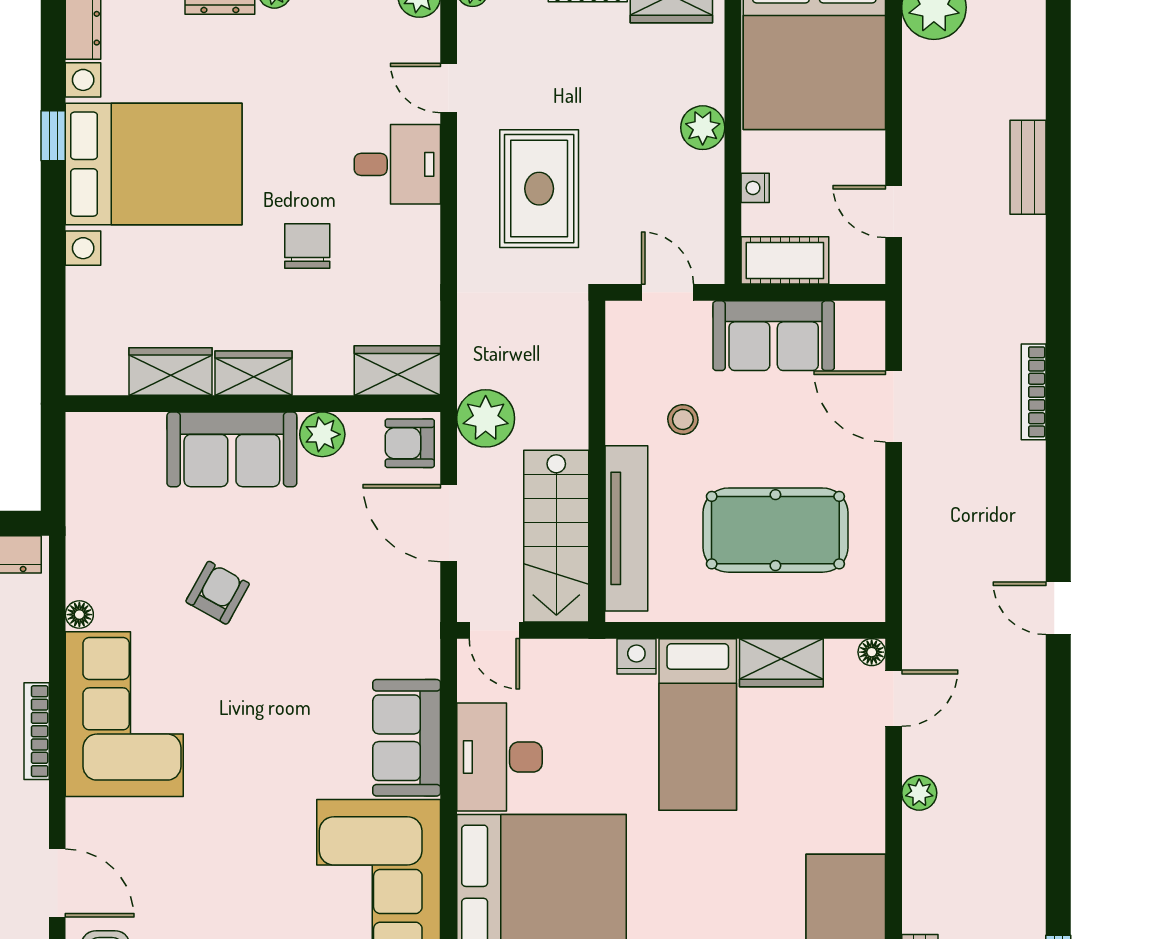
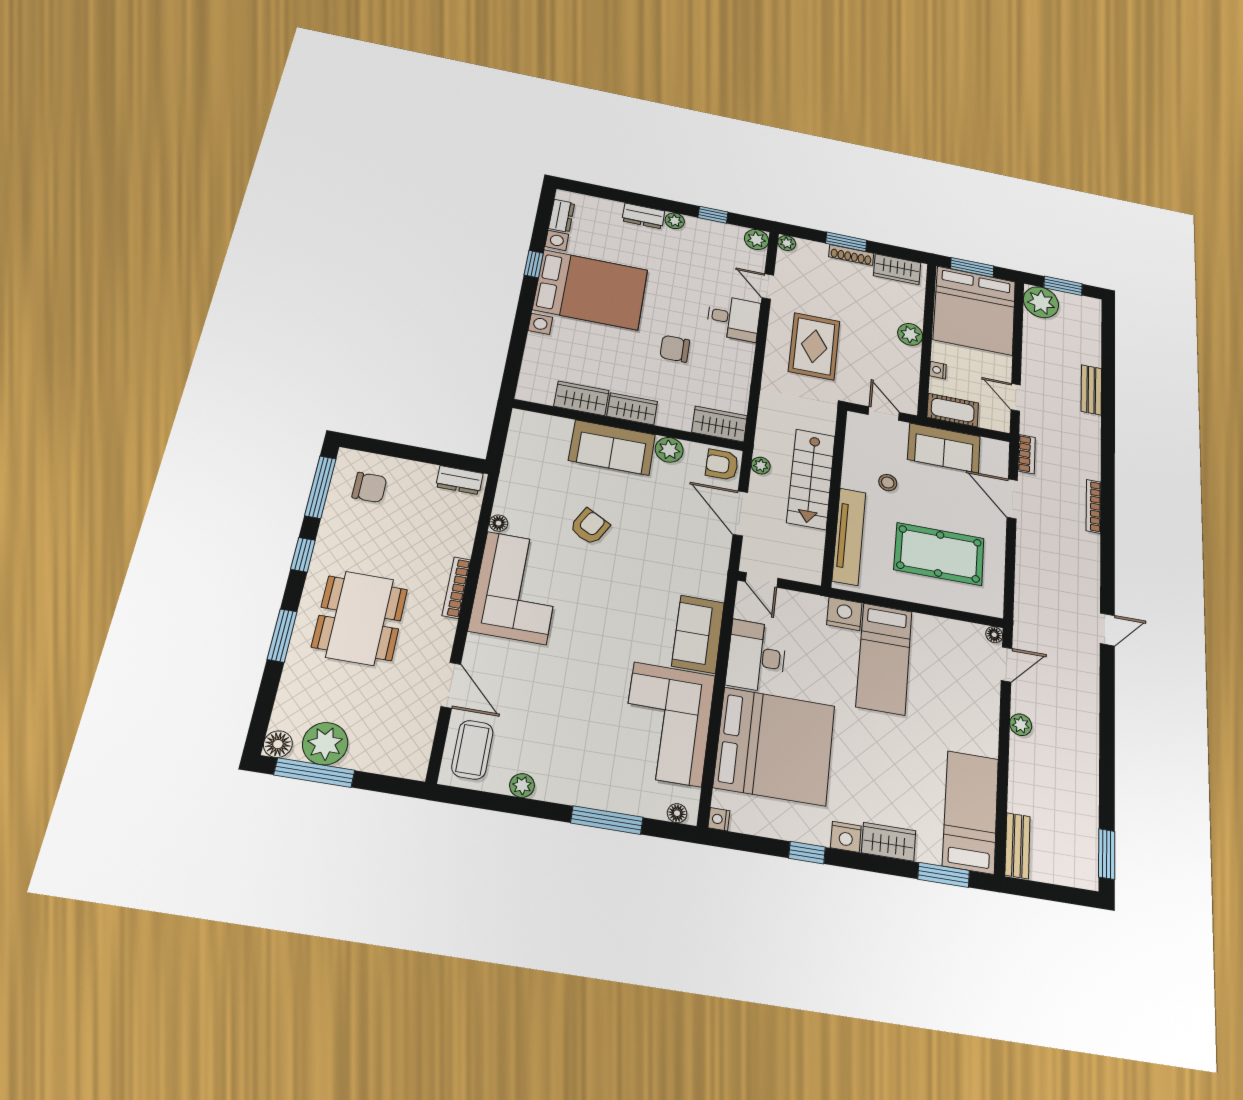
chair: (307, 246) -> (675, 349), turned -90
bookcase: (916, 318) -> (1027, 454), added
plant: (486, 418) -> (761, 466), width x0.53, depth x0.53
stairs: (556, 536) -> (811, 479), moved
door: (1058, 608) -> (1107, 629), swing flipped
nightstand: (636, 656) -> (844, 614), width x1.36, depth x1.33
wardrobe: (781, 663) -> (938, 631), removed

